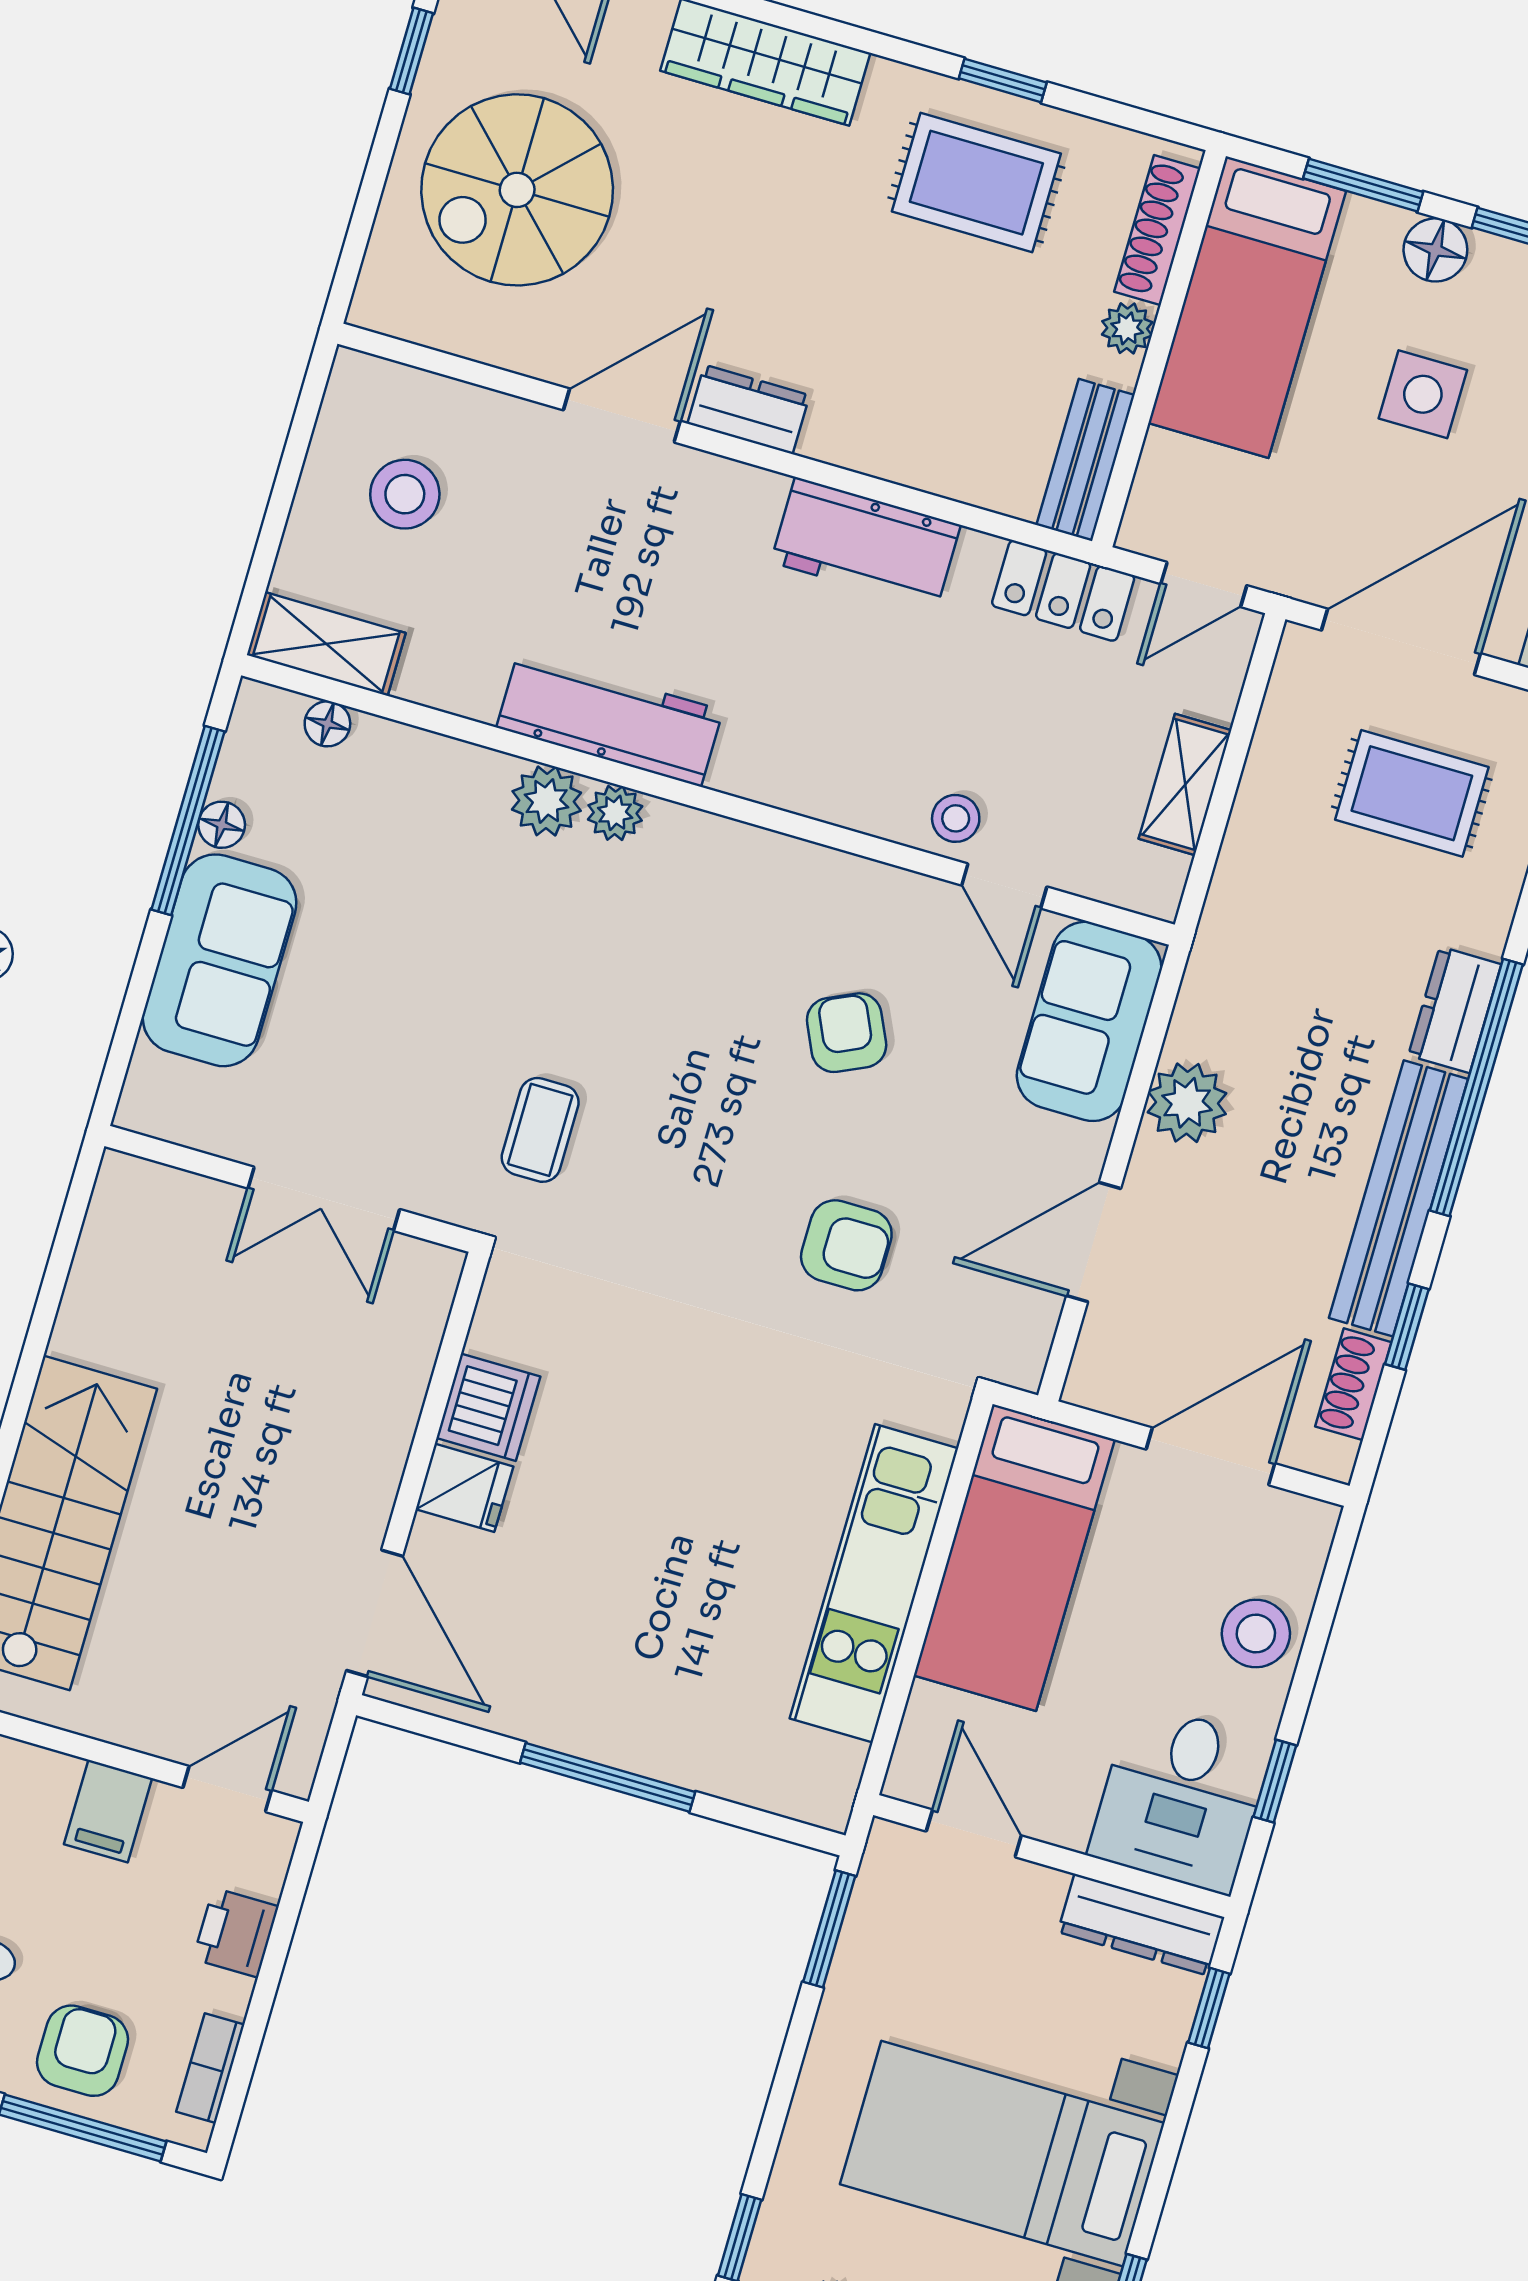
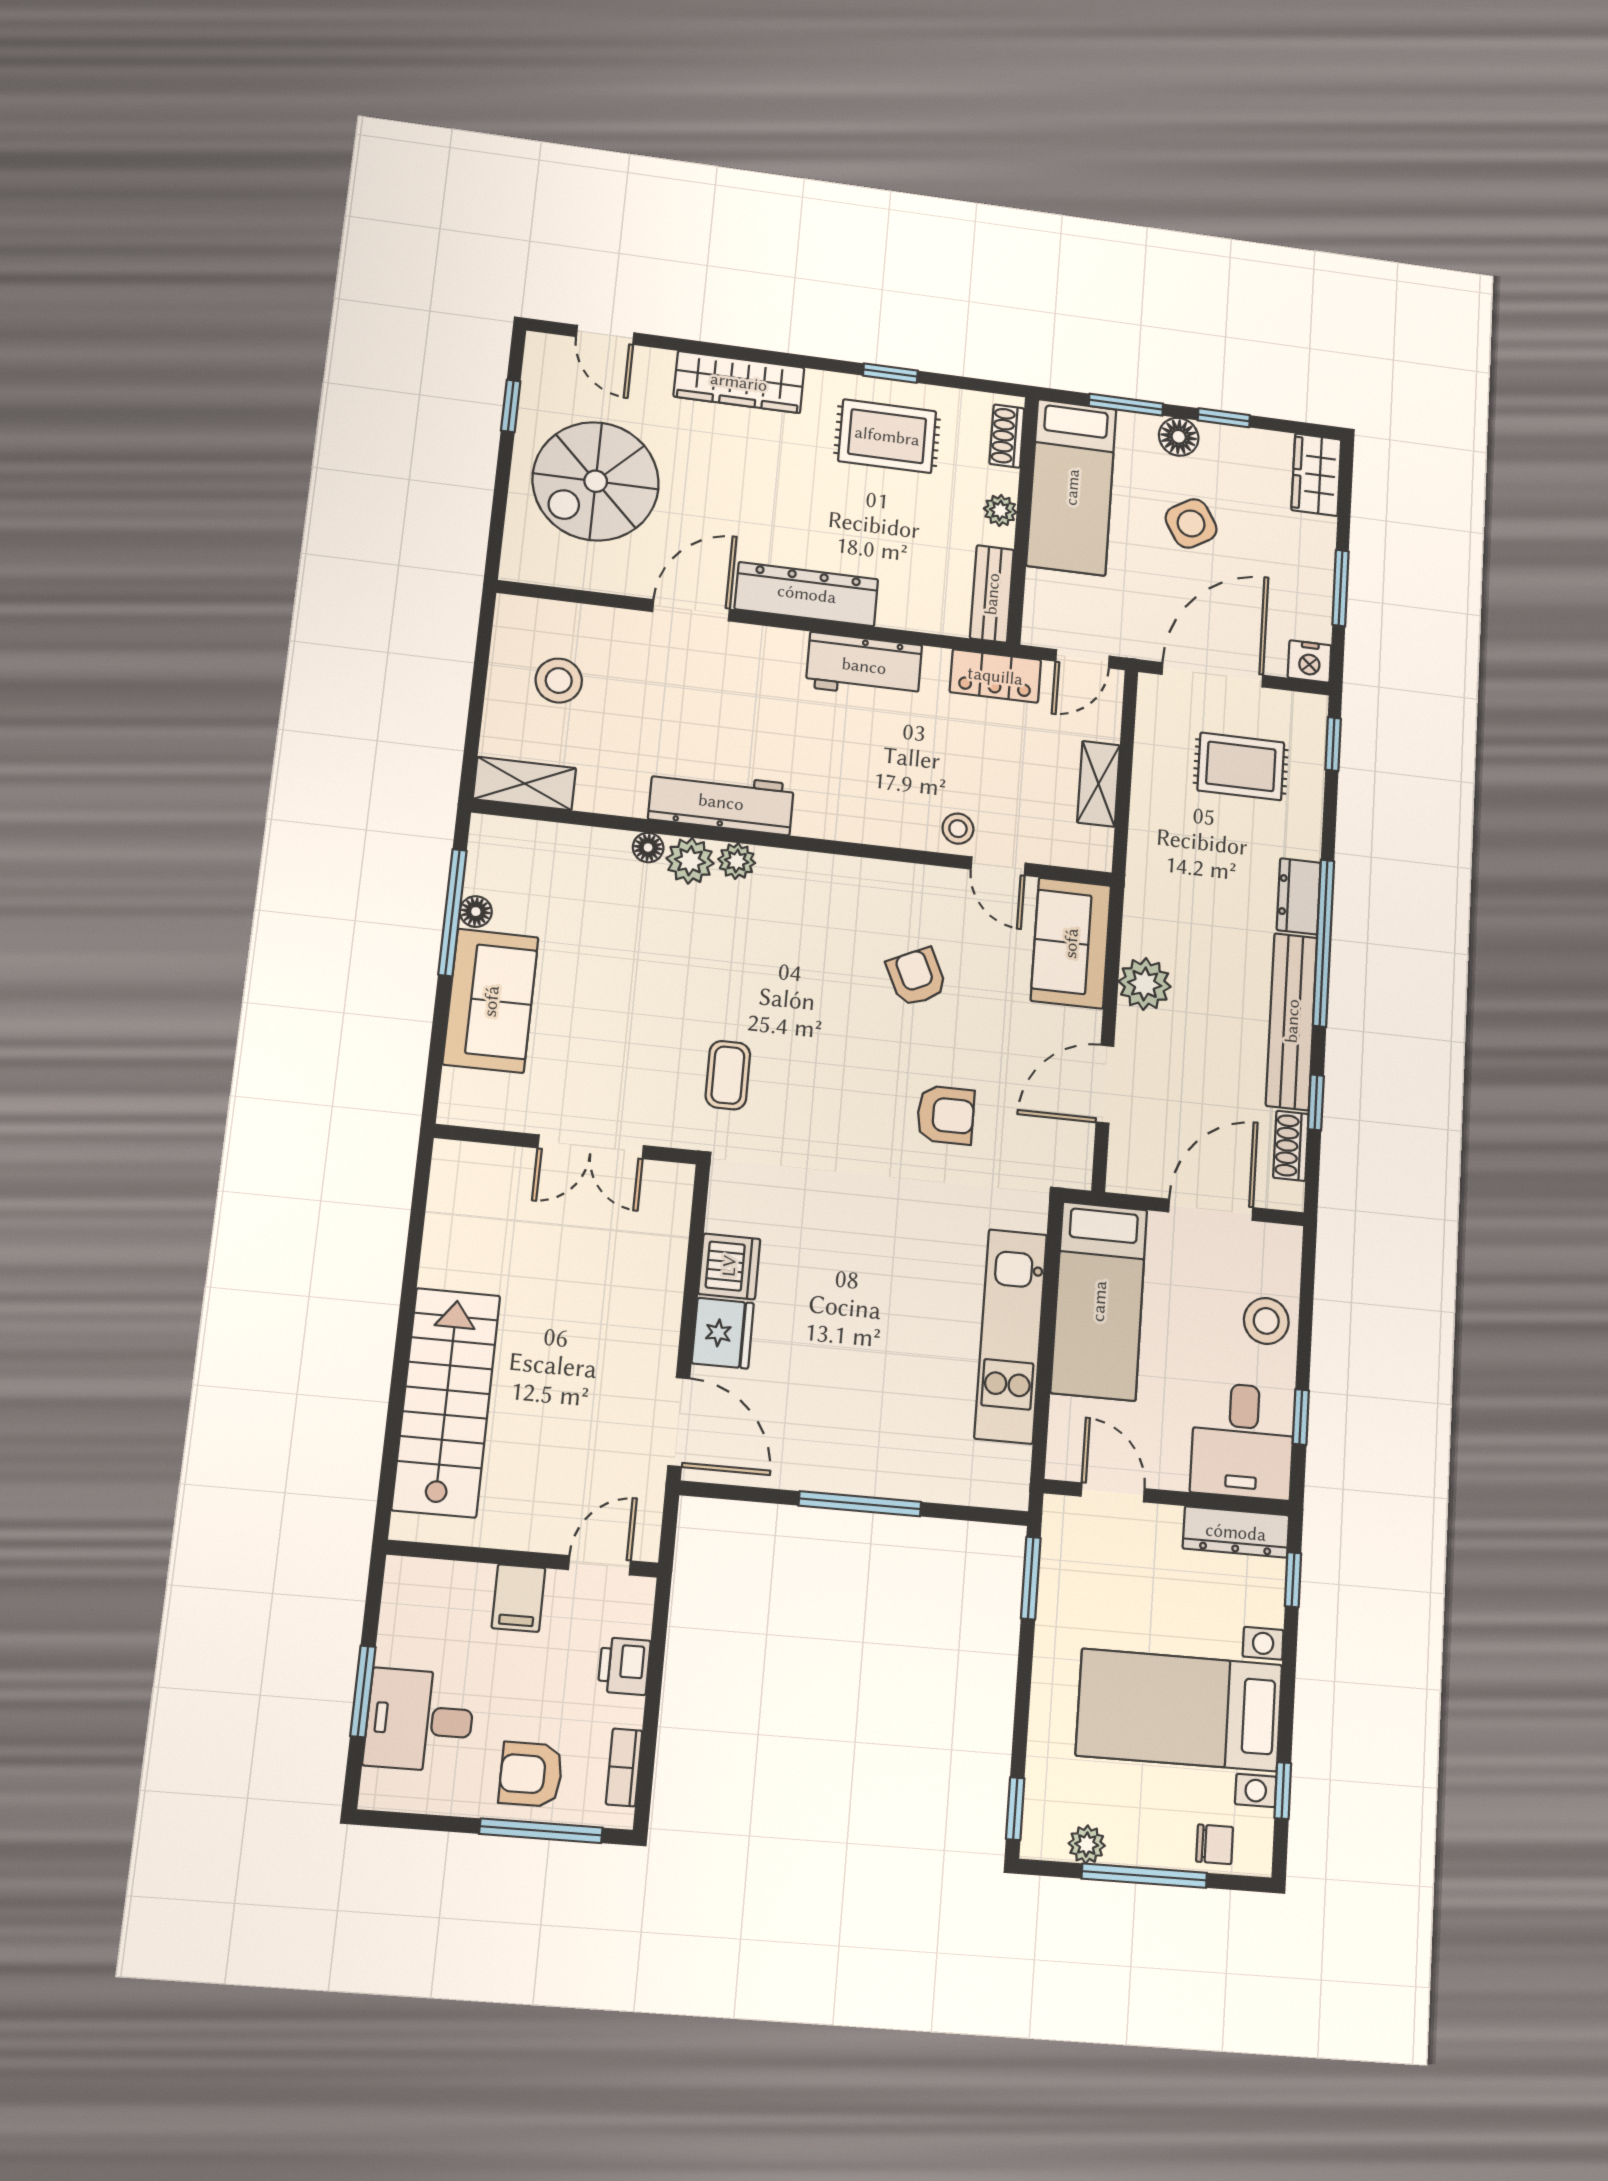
shoe rack: (1157, 230) -> (1007, 436), width x0.70
side table: (1423, 394) -> (1191, 523), turned -31
dresser: (748, 409) -> (807, 594), width x1.96, depth x1.24
floor lamp: (327, 724) -> (648, 848), moved
fridge: (464, 1488) -> (723, 1333), width x1.38
armchair: (83, 2051) -> (531, 1774), turned -90

